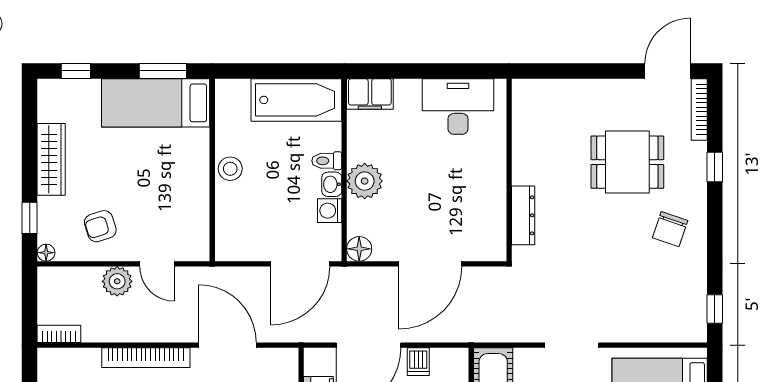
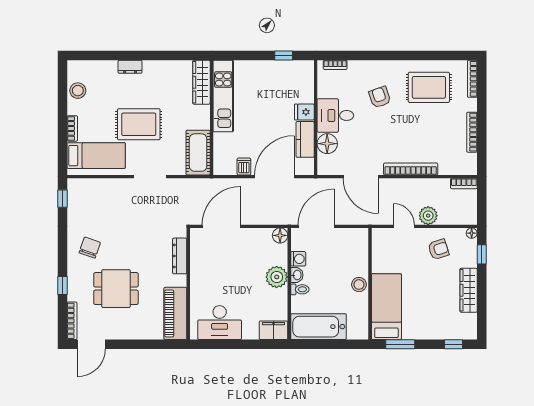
bed: (156, 103) -> (386, 307), moved, turned -90
piano: (530, 121) -> (175, 313), added
door: (430, 264) -> (221, 226), moved

